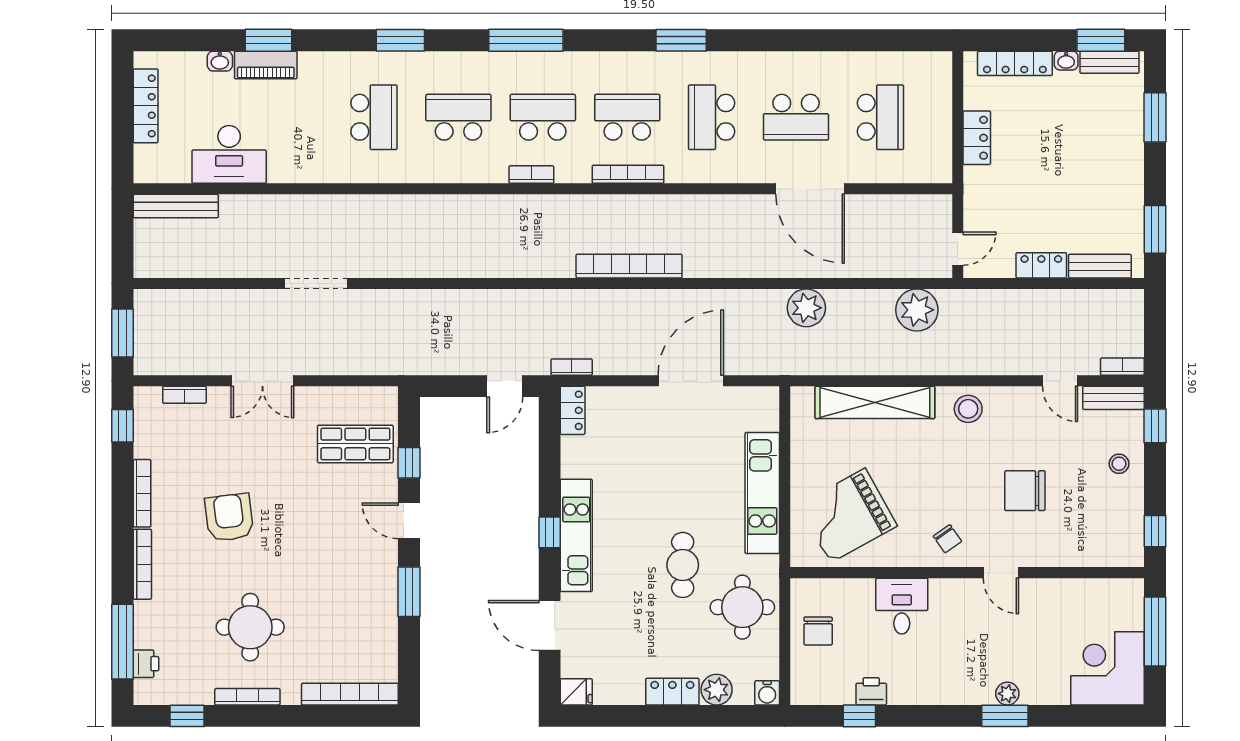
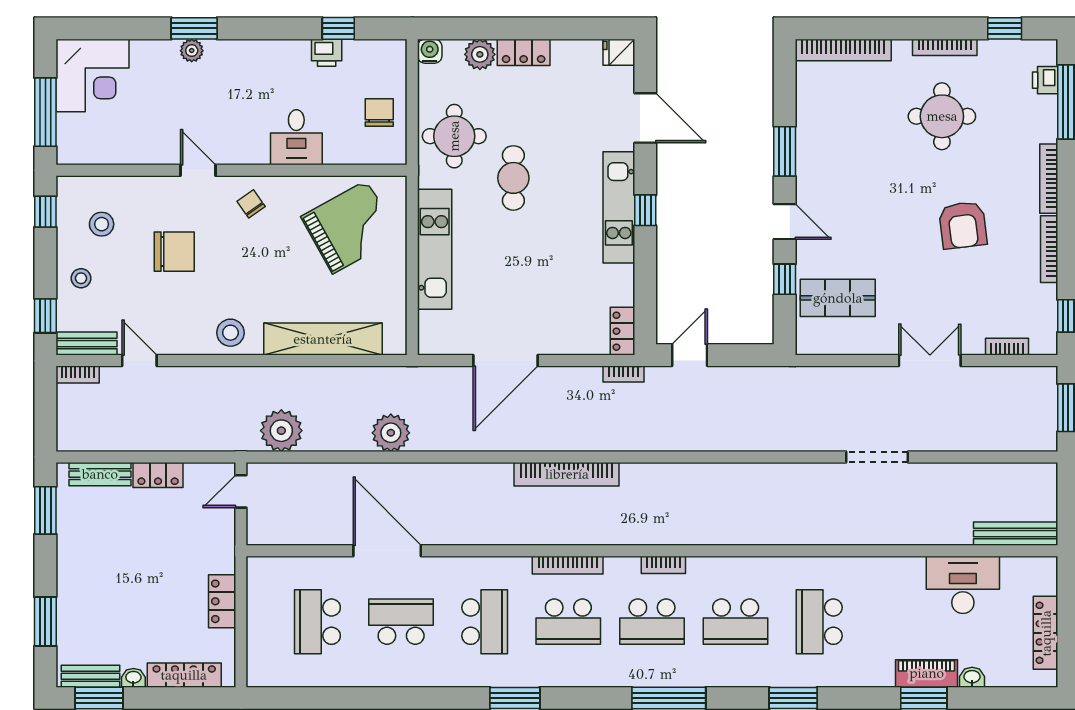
stool: (1098, 518) -> (102, 224), added

